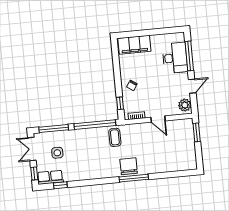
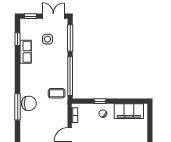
filing cabinet: (134, 45) -> (129, 111), moved, turned -90
window: (120, 103) -> (100, 101), moved
row of seats: (50, 177) -> (26, 52), moved

